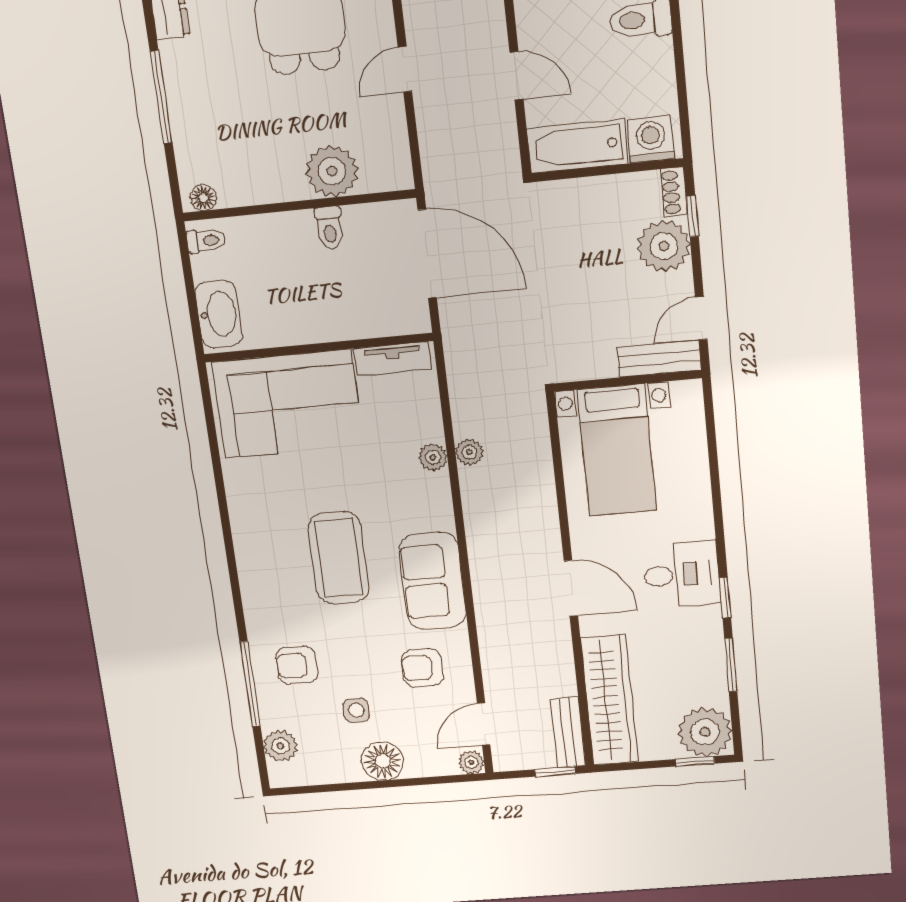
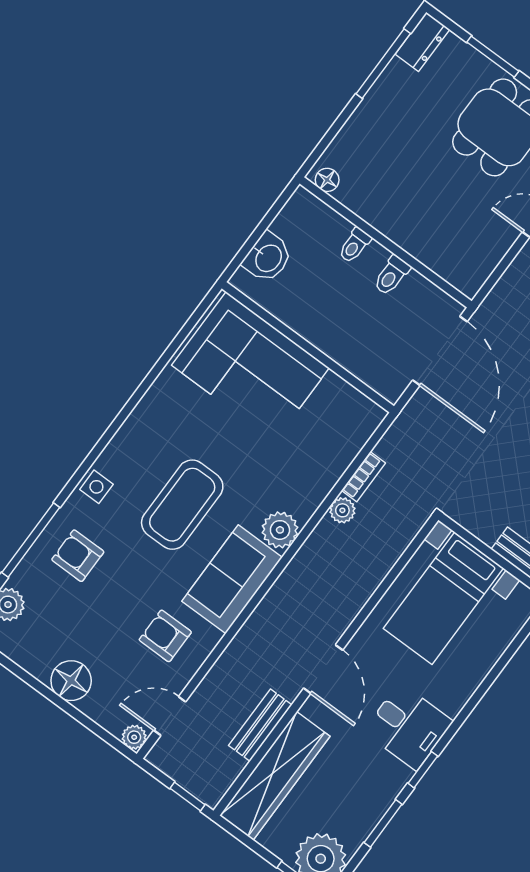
window: (161, 97) -> (383, 64), moved
plant: (332, 171) -> (428, 240), removed
toilet: (206, 241) -> (355, 245), moved, turned 90
washbasin: (219, 314) -> (268, 258), width x0.72
tv unit: (393, 359) -> (351, 400), removed
bookcase: (461, 411) -> (363, 477), added
plant: (433, 457) -> (280, 530), moved, width x1.38, depth x1.38
side table: (356, 710) -> (96, 487), moved
bench: (568, 733) -> (260, 725), moved

